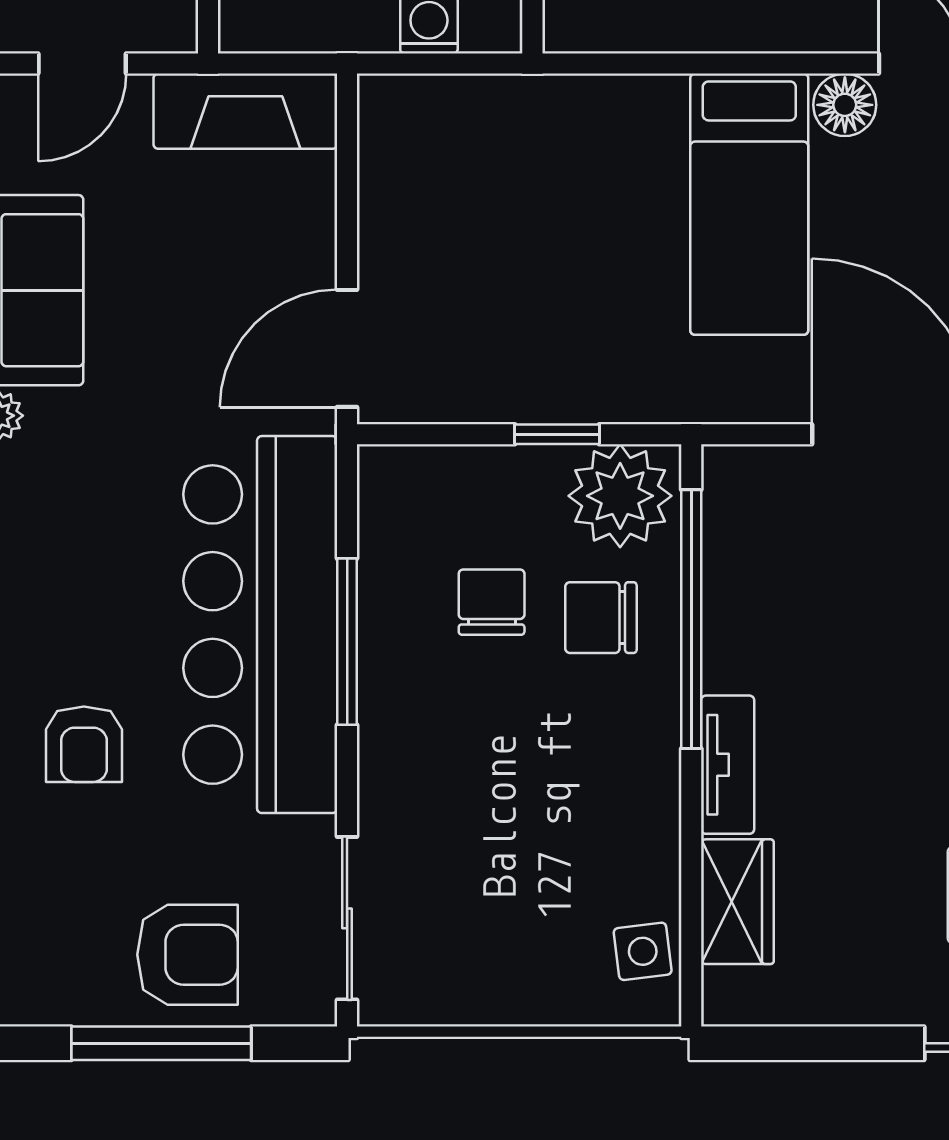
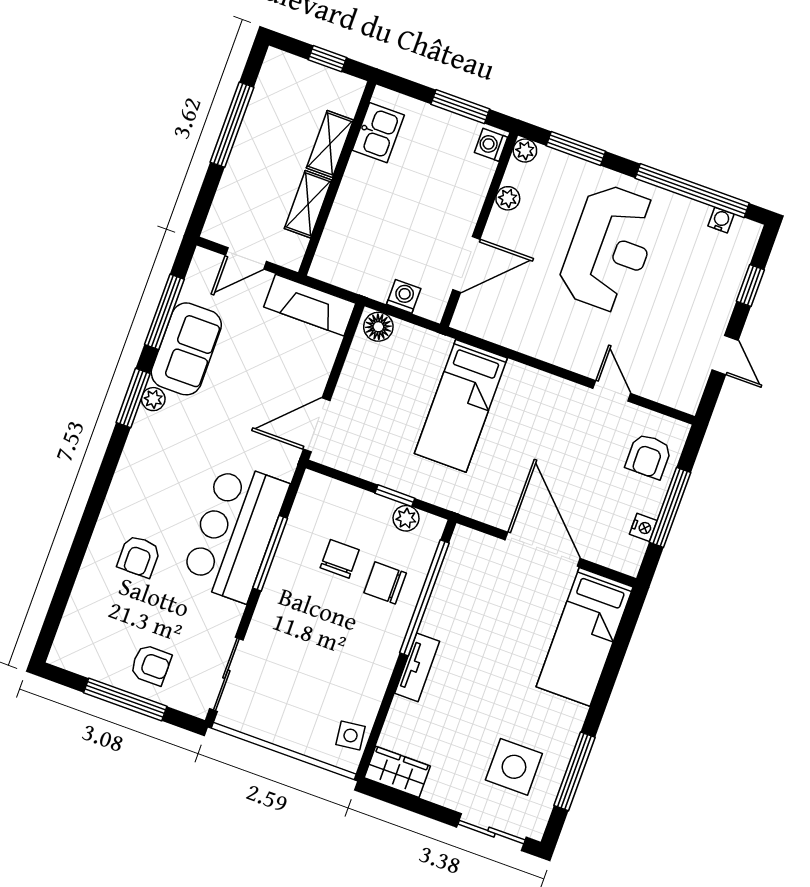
floor lamp: (845, 105) -> (378, 327), moved
bed: (749, 204) -> (461, 406), moved
plant: (620, 496) -> (406, 518), width x0.53, depth x0.53
bar counter: (260, 625) -> (235, 532), width x0.73
wardrobe: (737, 902) -> (397, 772), moved, turned -90
armchair: (188, 955) -> (151, 665), width x0.72, depth x0.72

